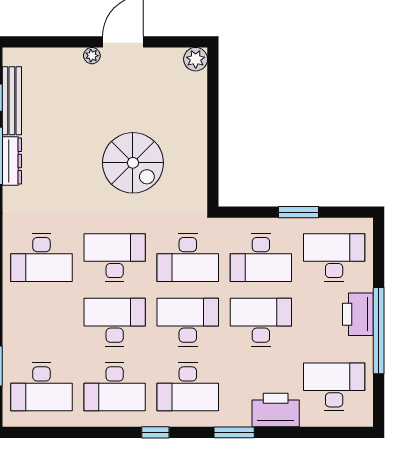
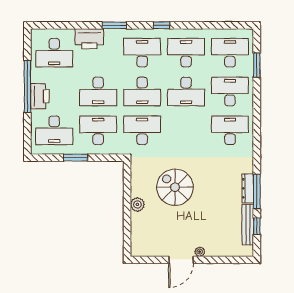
plant: (196, 59) -> (137, 204), moved
desk: (115, 258) -> (230, 91), moved, turned 180

